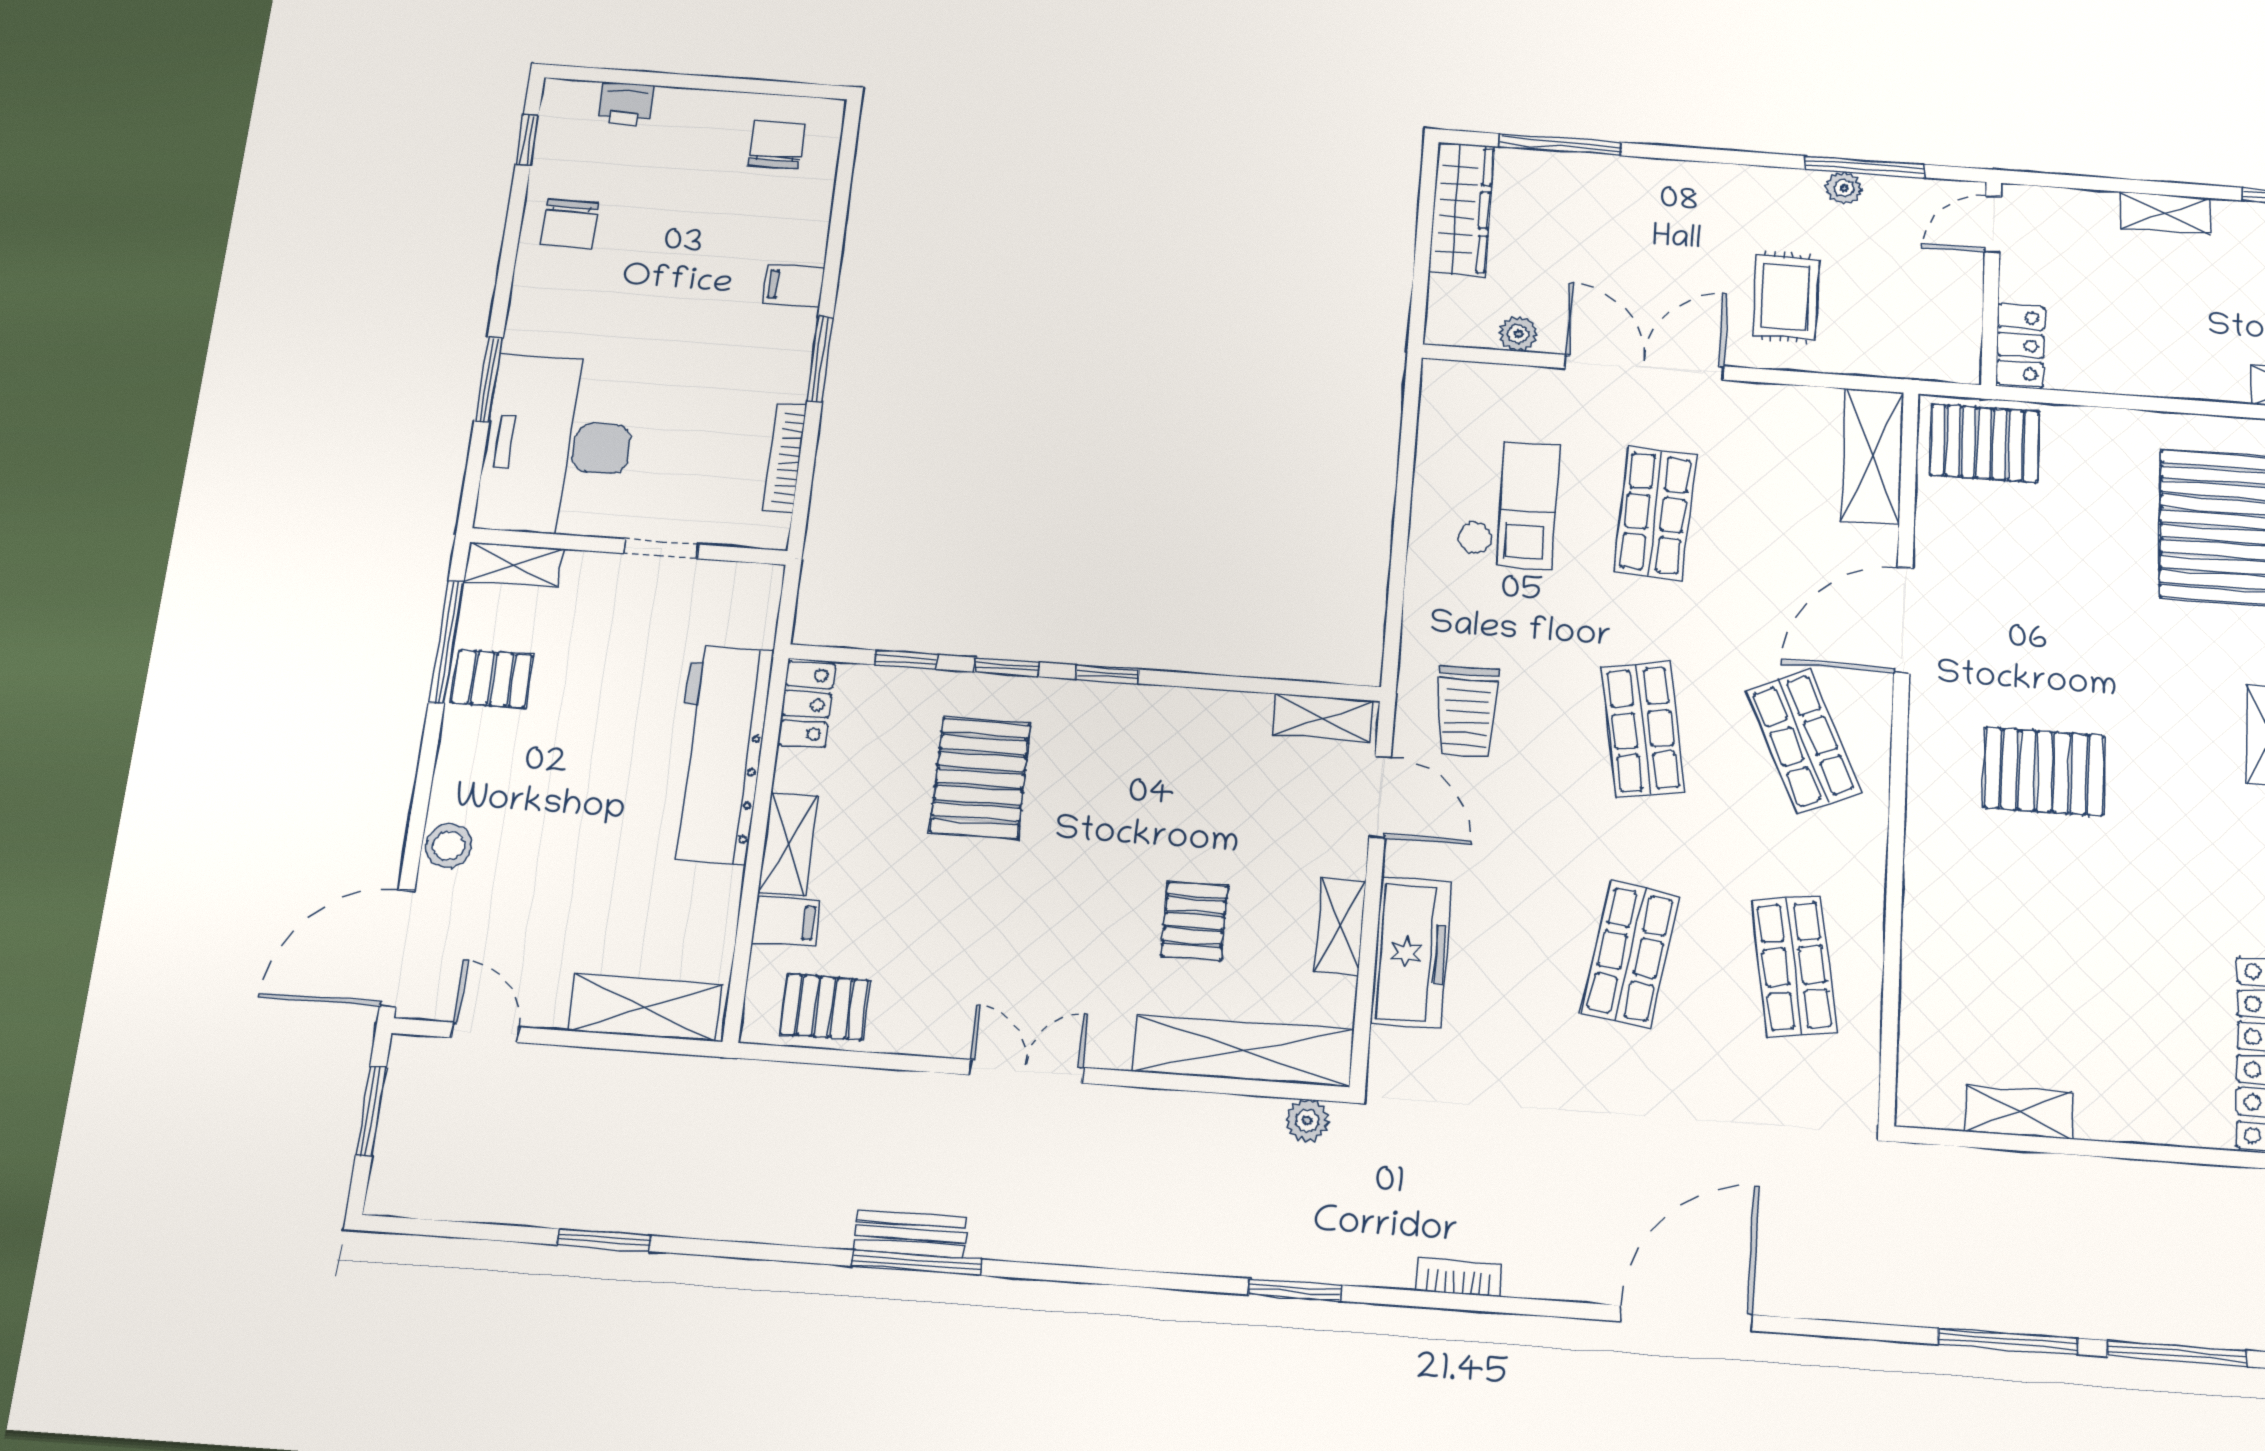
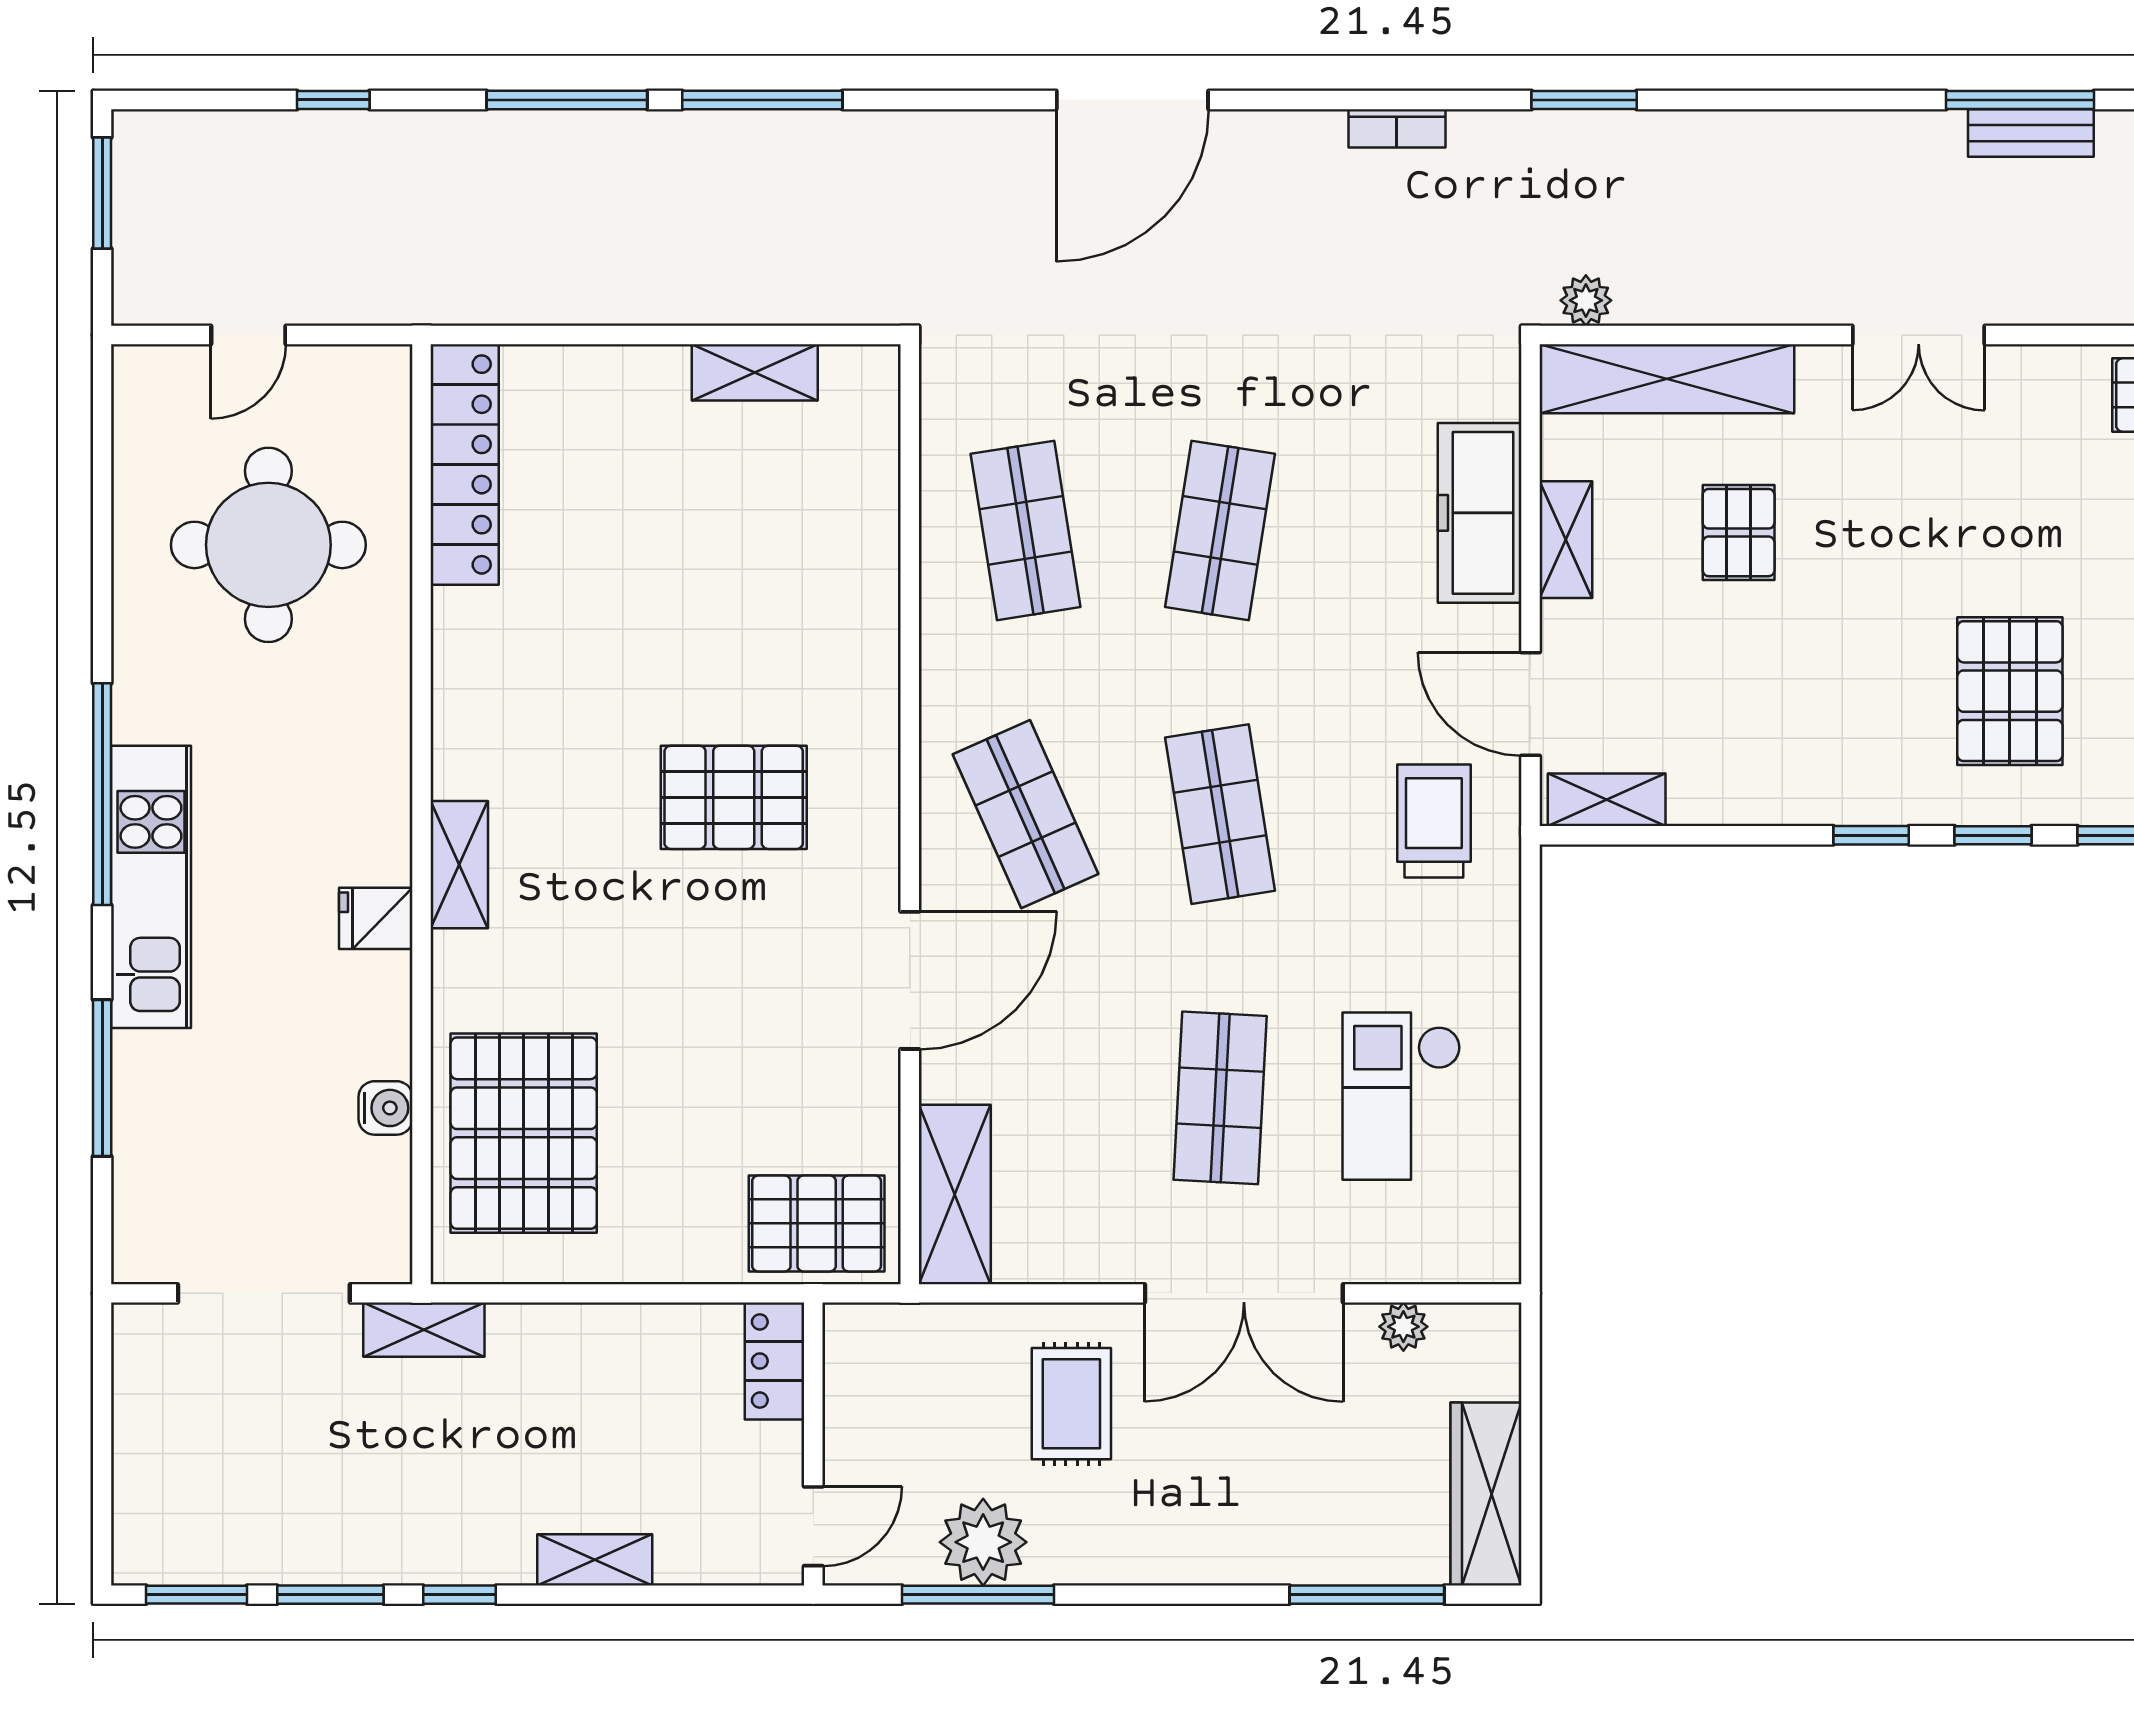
plant: (1844, 188) -> (983, 1542), width x1.87, depth x1.87

